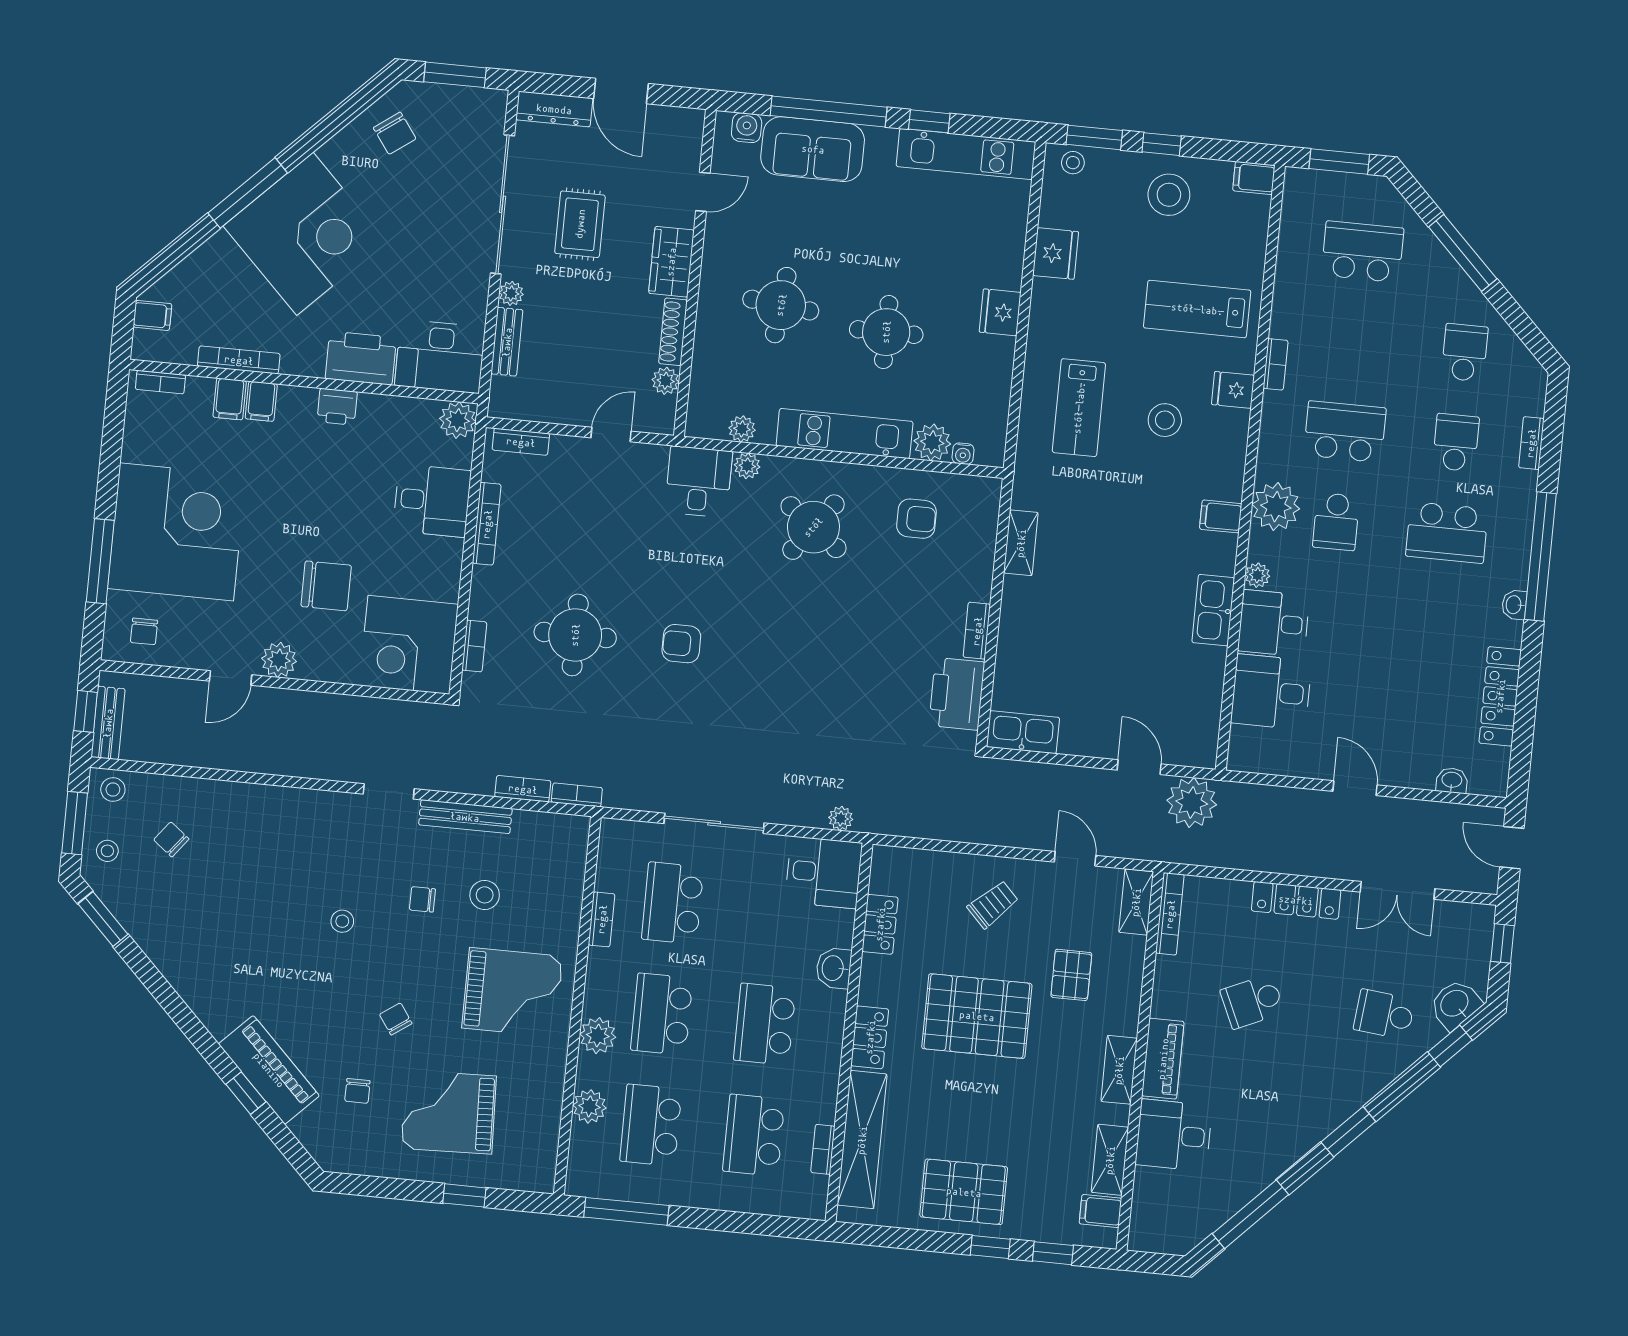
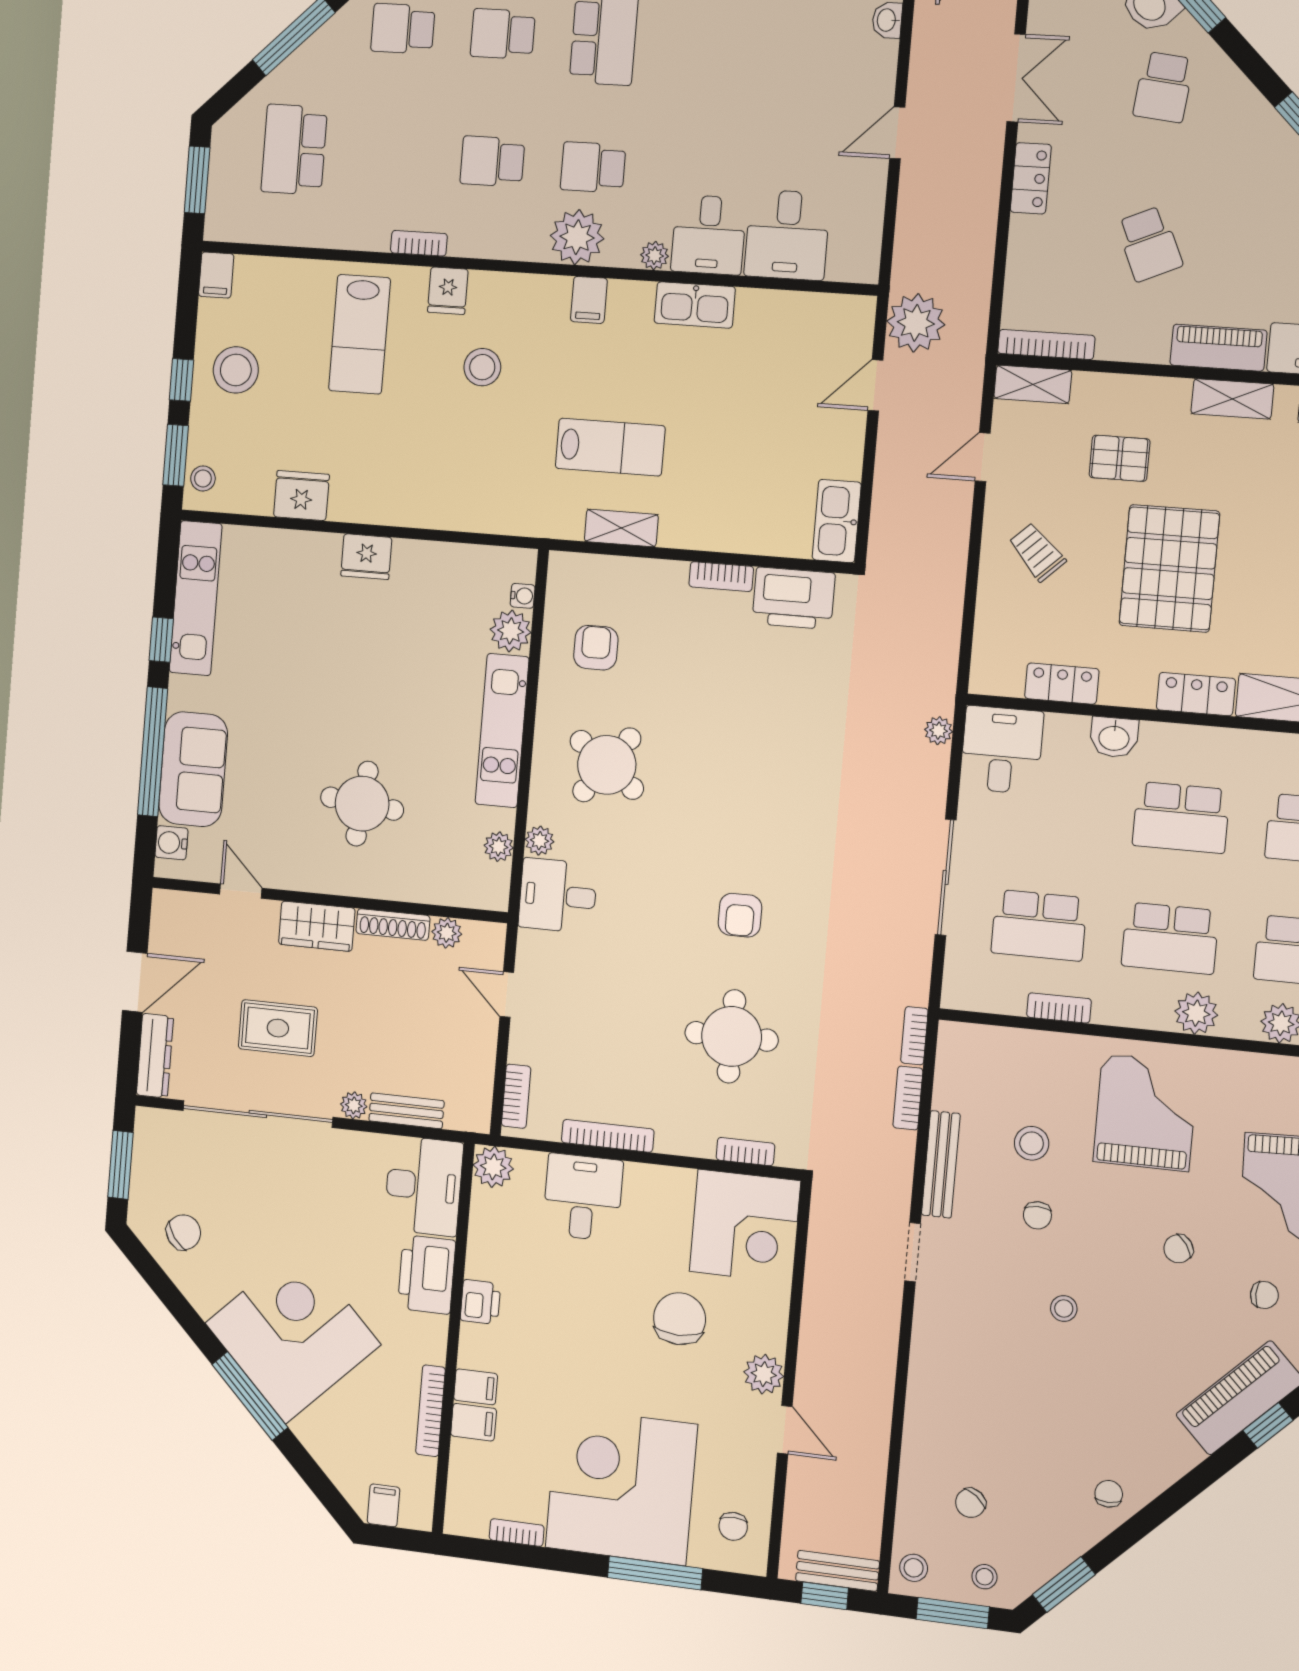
round table: (886, 332) -> (390, 685), removed
bookcase: (160, 382) -> (517, 1533), moved, turned -90
lab bench: (1079, 408) -> (610, 447), moved
school desk: (1345, 432) -> (492, 161), width x0.54
school desk: (1336, 522) -> (593, 167), turned 180
chair: (144, 631) -> (733, 1526), turned 90
locker: (1296, 900) -> (1031, 178), width x0.66
chair: (183, 958) -> (1109, 1494), added

